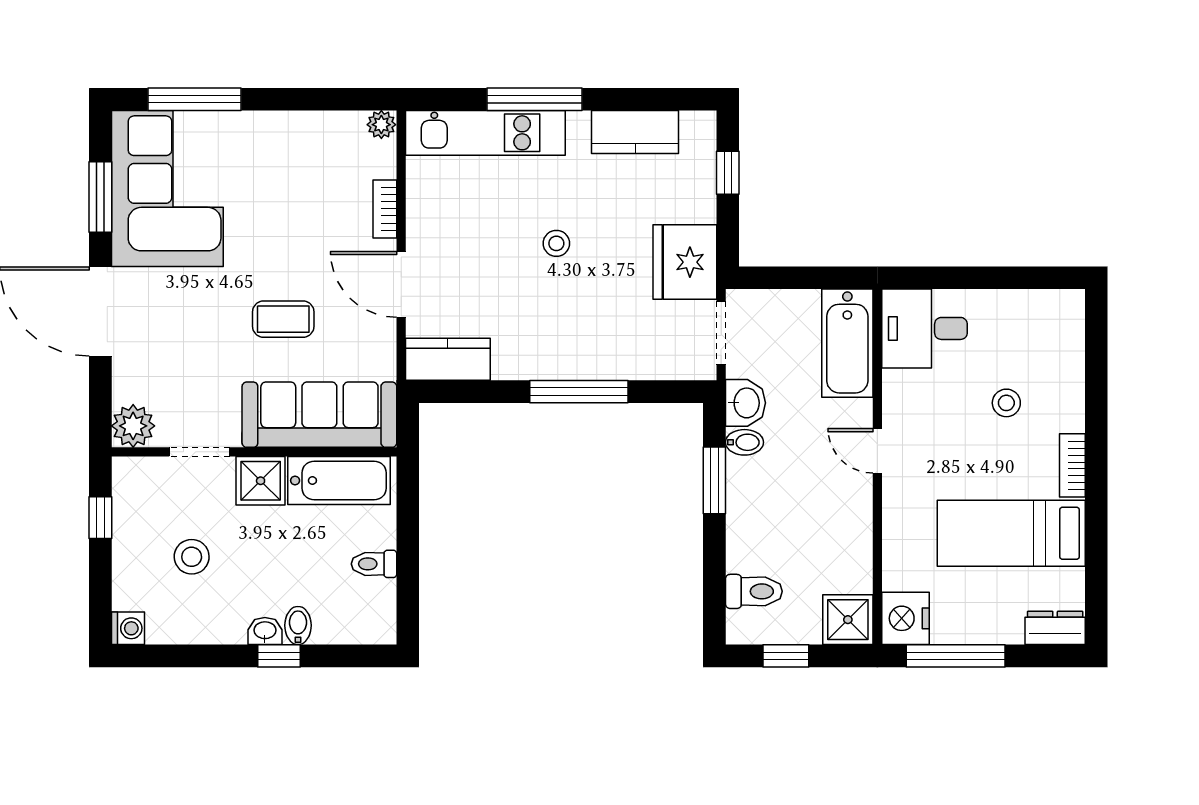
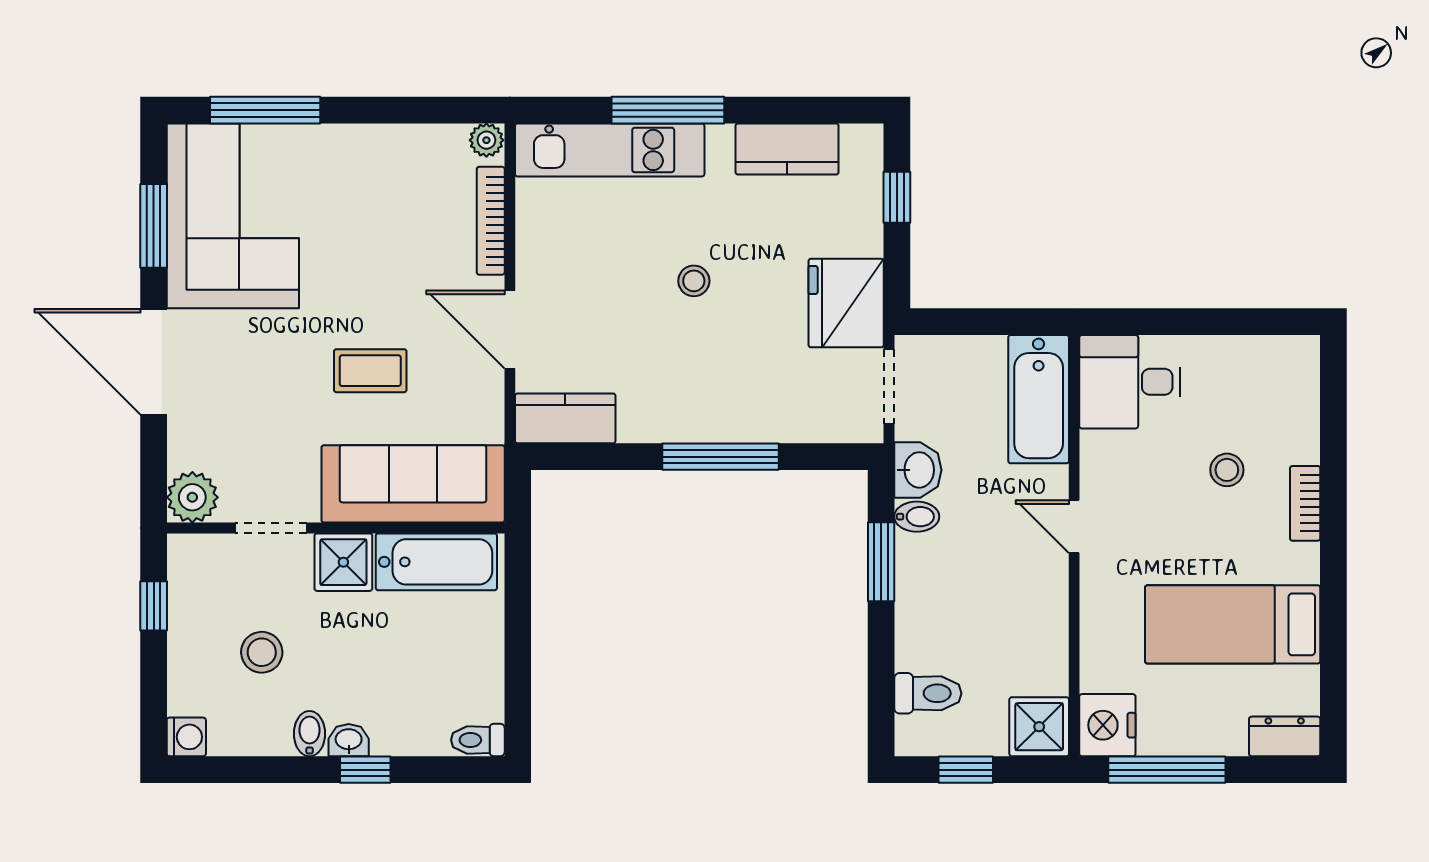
bookcase: (385, 209) -> (491, 221), width x1.56
bookcase: (1072, 465) -> (1305, 503), moved
toilet: (374, 564) -> (478, 740), moved
bidet: (298, 625) -> (310, 734), moved

